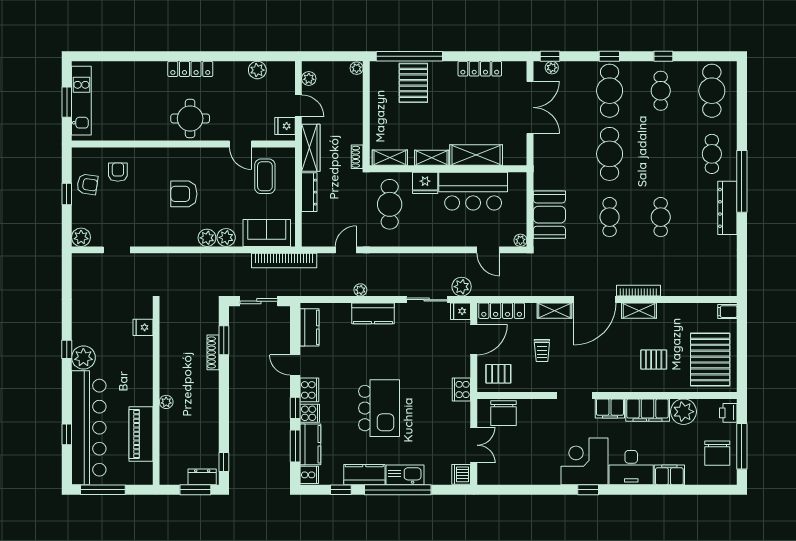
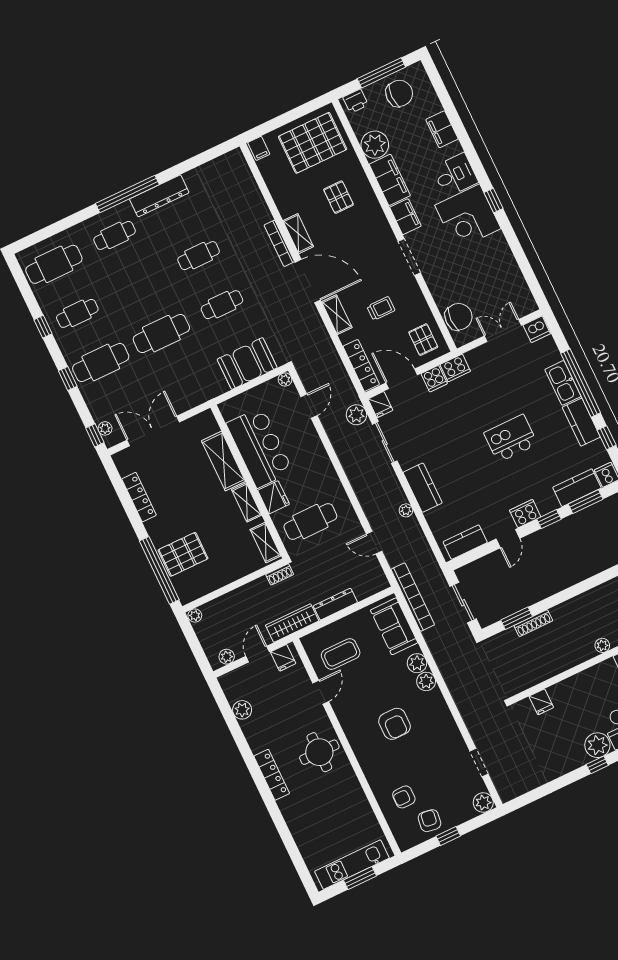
kitchen island: (379, 408) -> (511, 438), width x0.73, depth x0.78
cooker: (310, 413) -> (434, 379), moved, turned 180
desk: (631, 468) -> (455, 175), width x0.73

